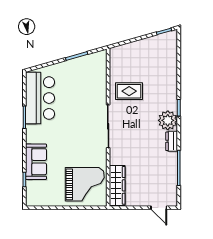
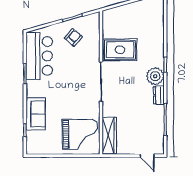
armchair: (78, 78) -> (73, 37), added
rug: (129, 91) -> (120, 50), width x1.36, depth x1.43

